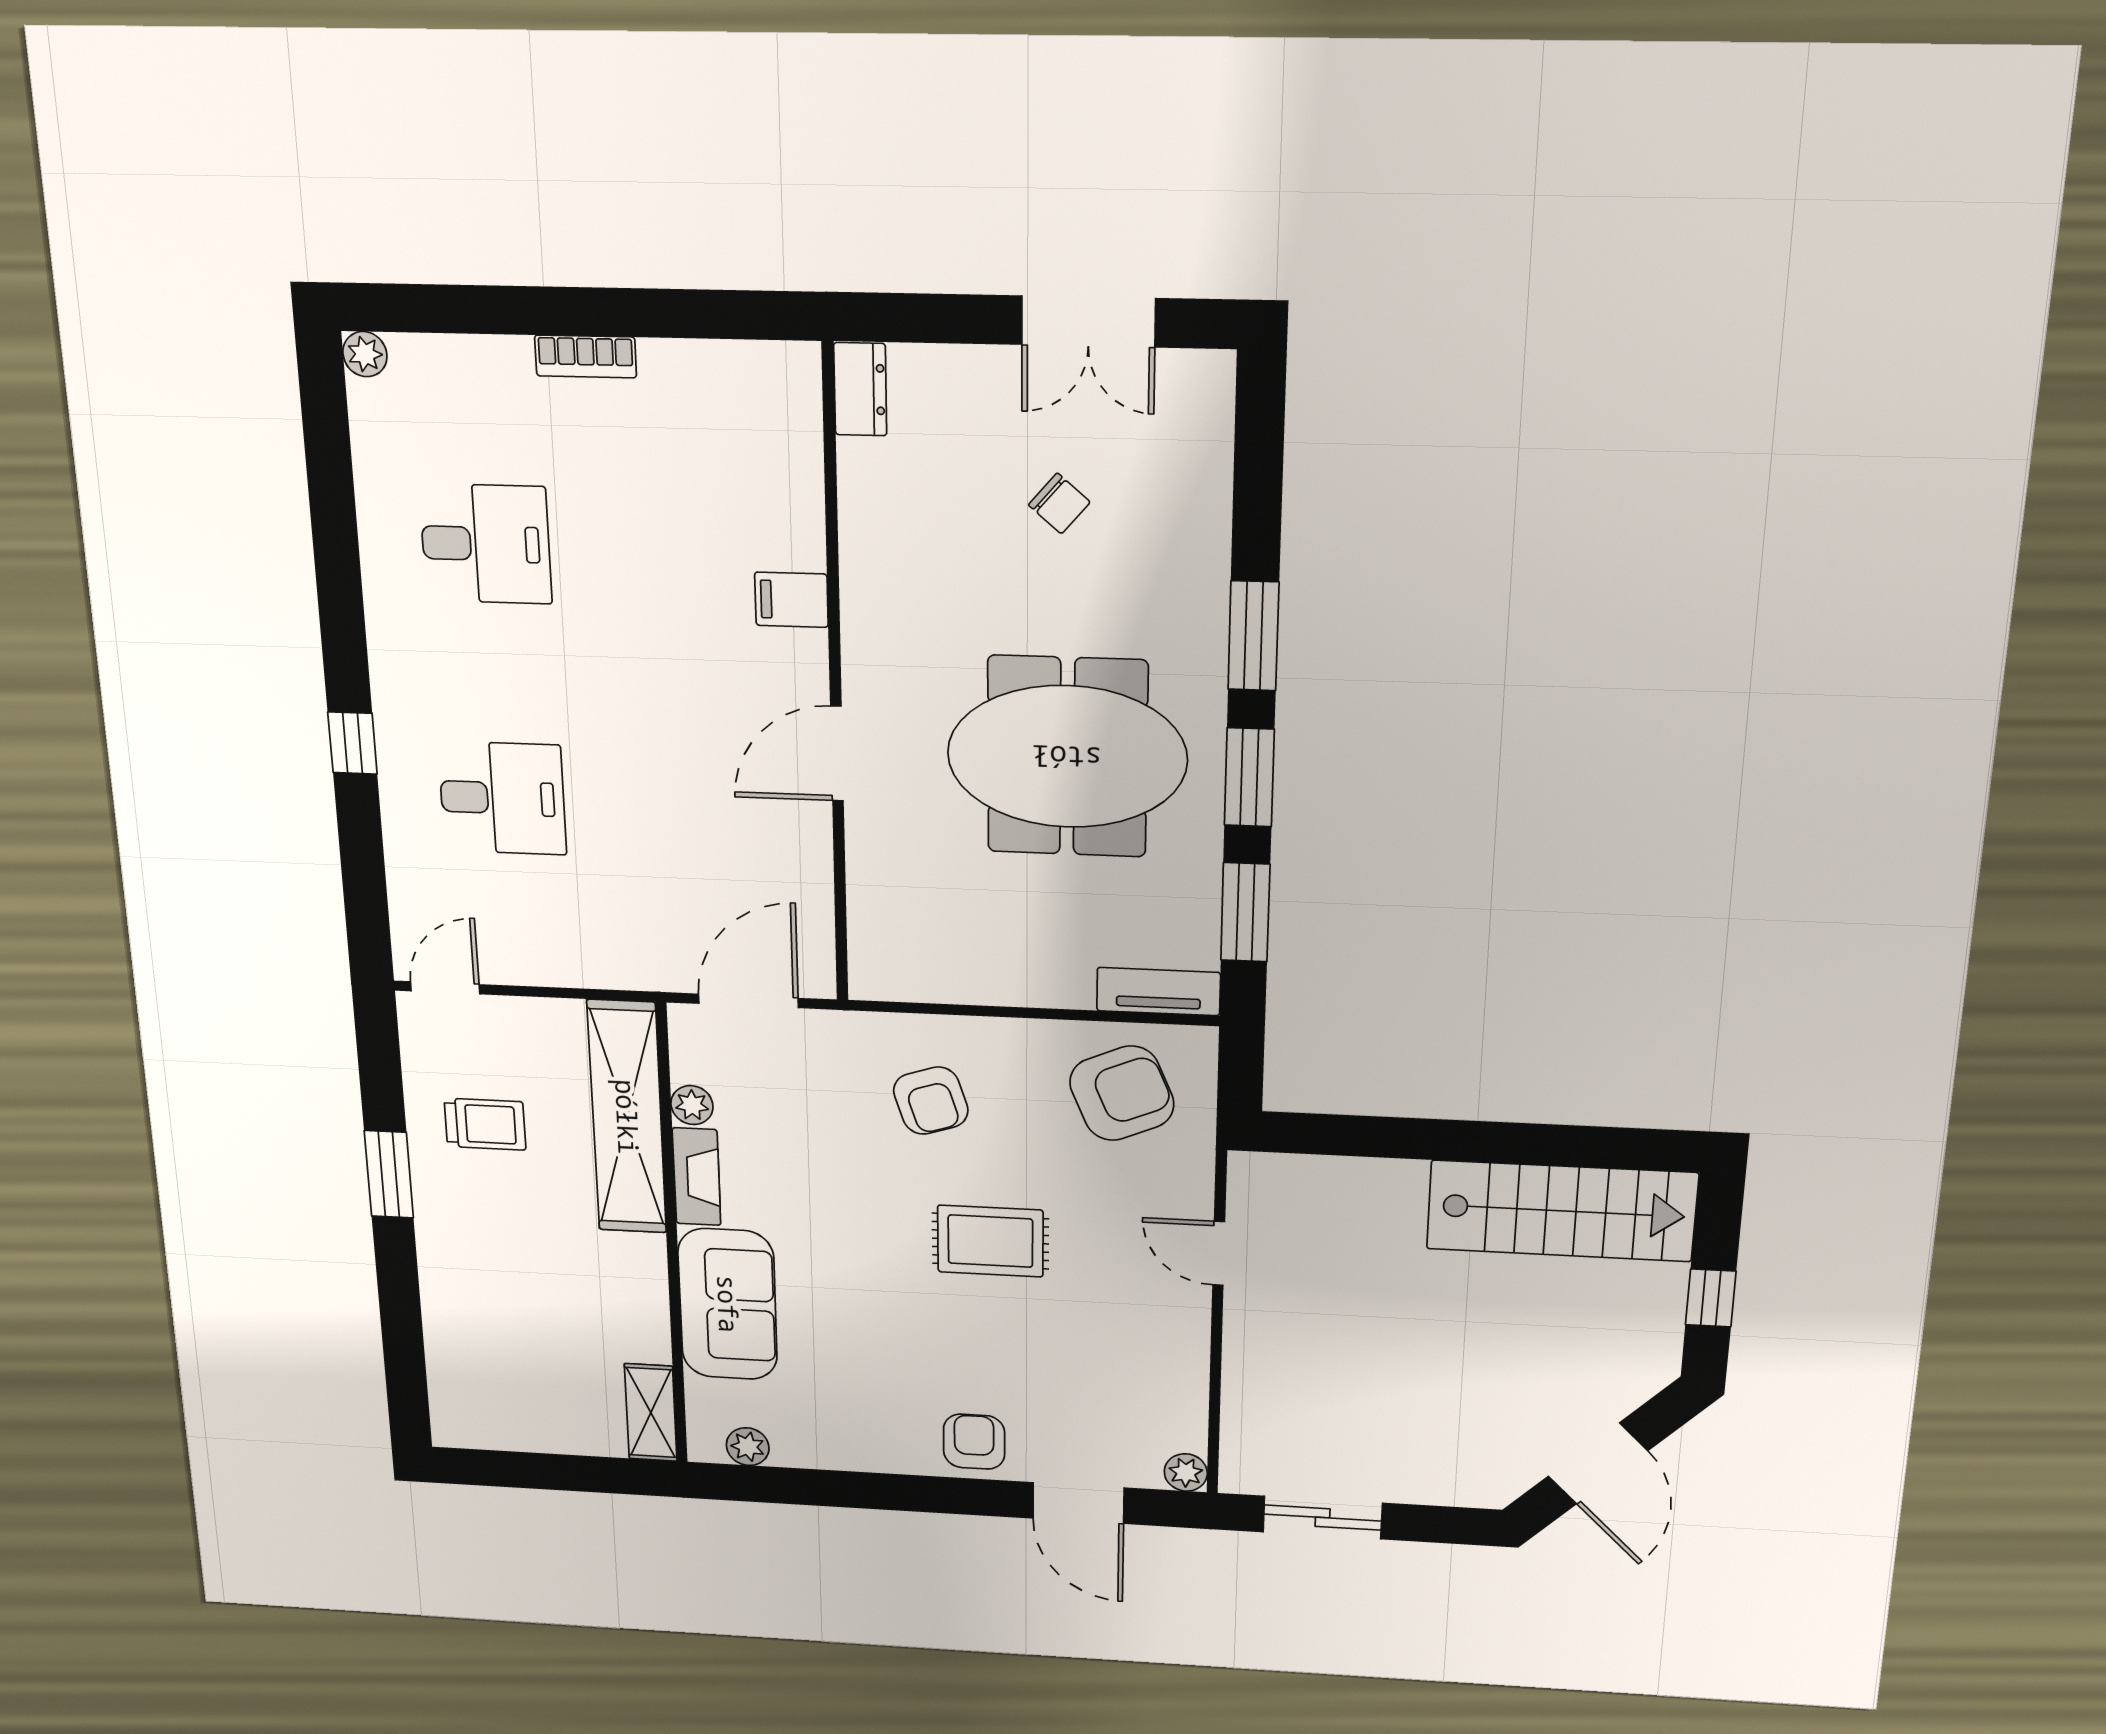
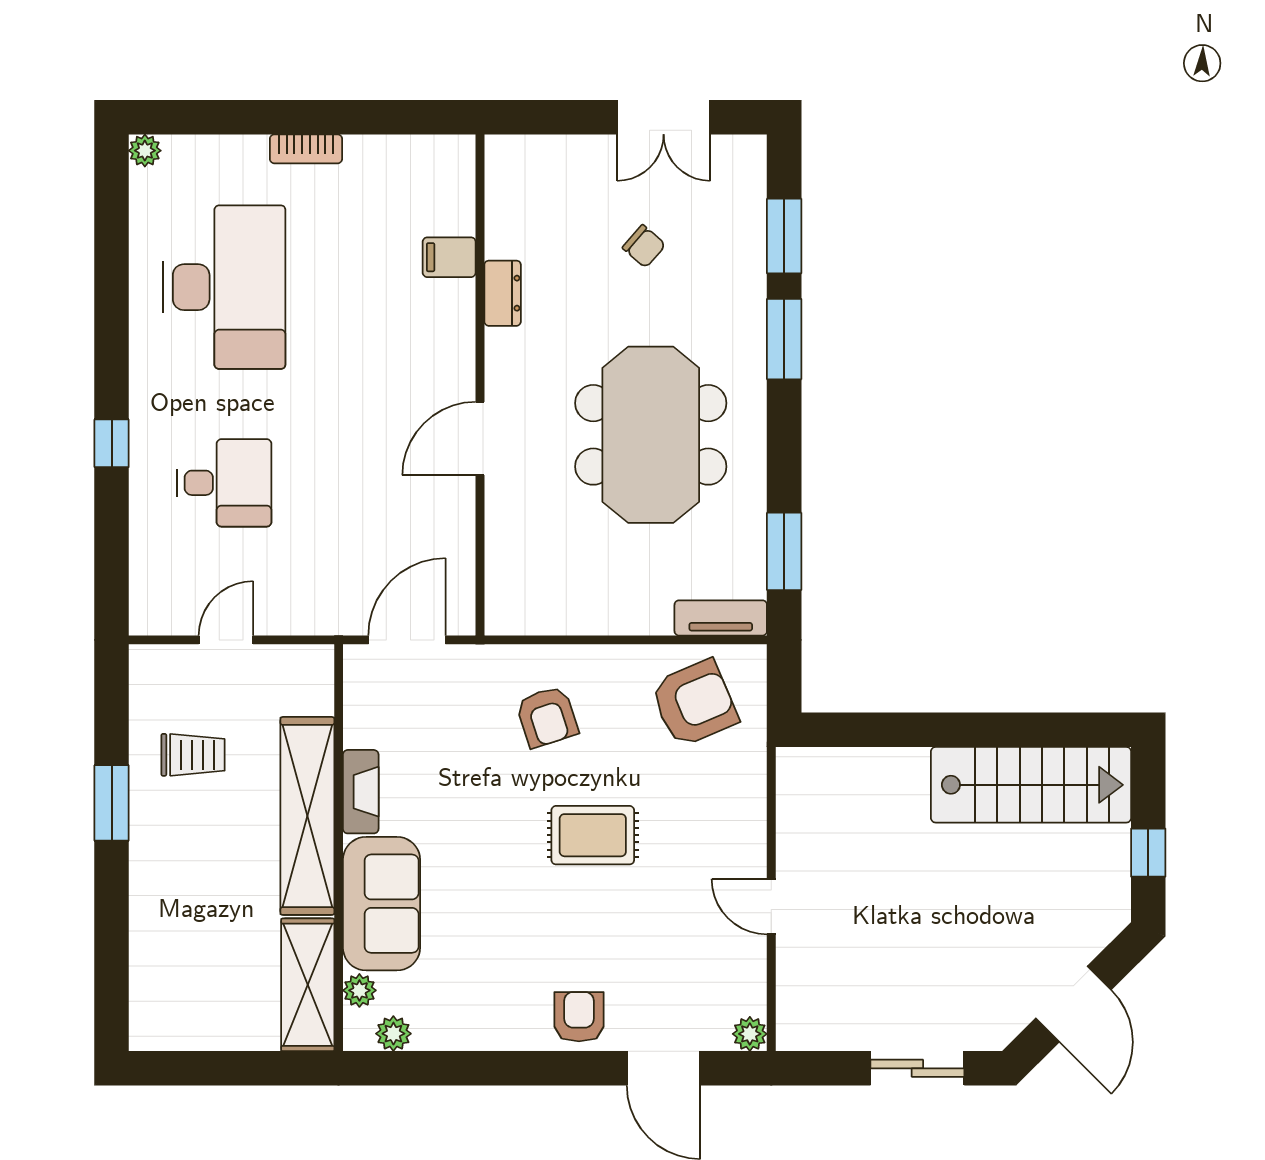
dresser: (860, 389) -> (503, 293), moved
desk: (486, 544) -> (224, 287), width x1.87, depth x1.30
filing cabinet: (791, 600) -> (449, 257), moved
meeting table: (1067, 757) -> (651, 435), turned 90
window: (1249, 777) -> (784, 236), moved
door: (445, 988) -> (226, 640), moved
plant: (692, 1105) -> (359, 990), moved
shelving: (627, 1117) -> (307, 816), moved
door: (1219, 1253) -> (771, 907), moved
shelving: (651, 1413) -> (308, 985), width x1.50, depth x1.33
sliding door: (1323, 1518) -> (917, 1068), moved

